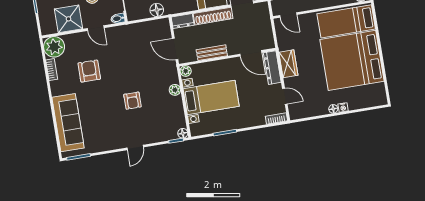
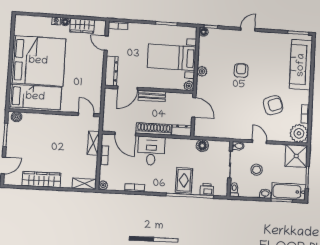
shower: (68, 19) -> (296, 156), moved
bench: (212, 53) -> (152, 96), moved
door: (251, 53) -> (128, 88), swing flipped
wardrobe: (288, 64) -> (82, 26), moved, turned -90
armchair: (89, 71) -> (273, 105), turned -109

